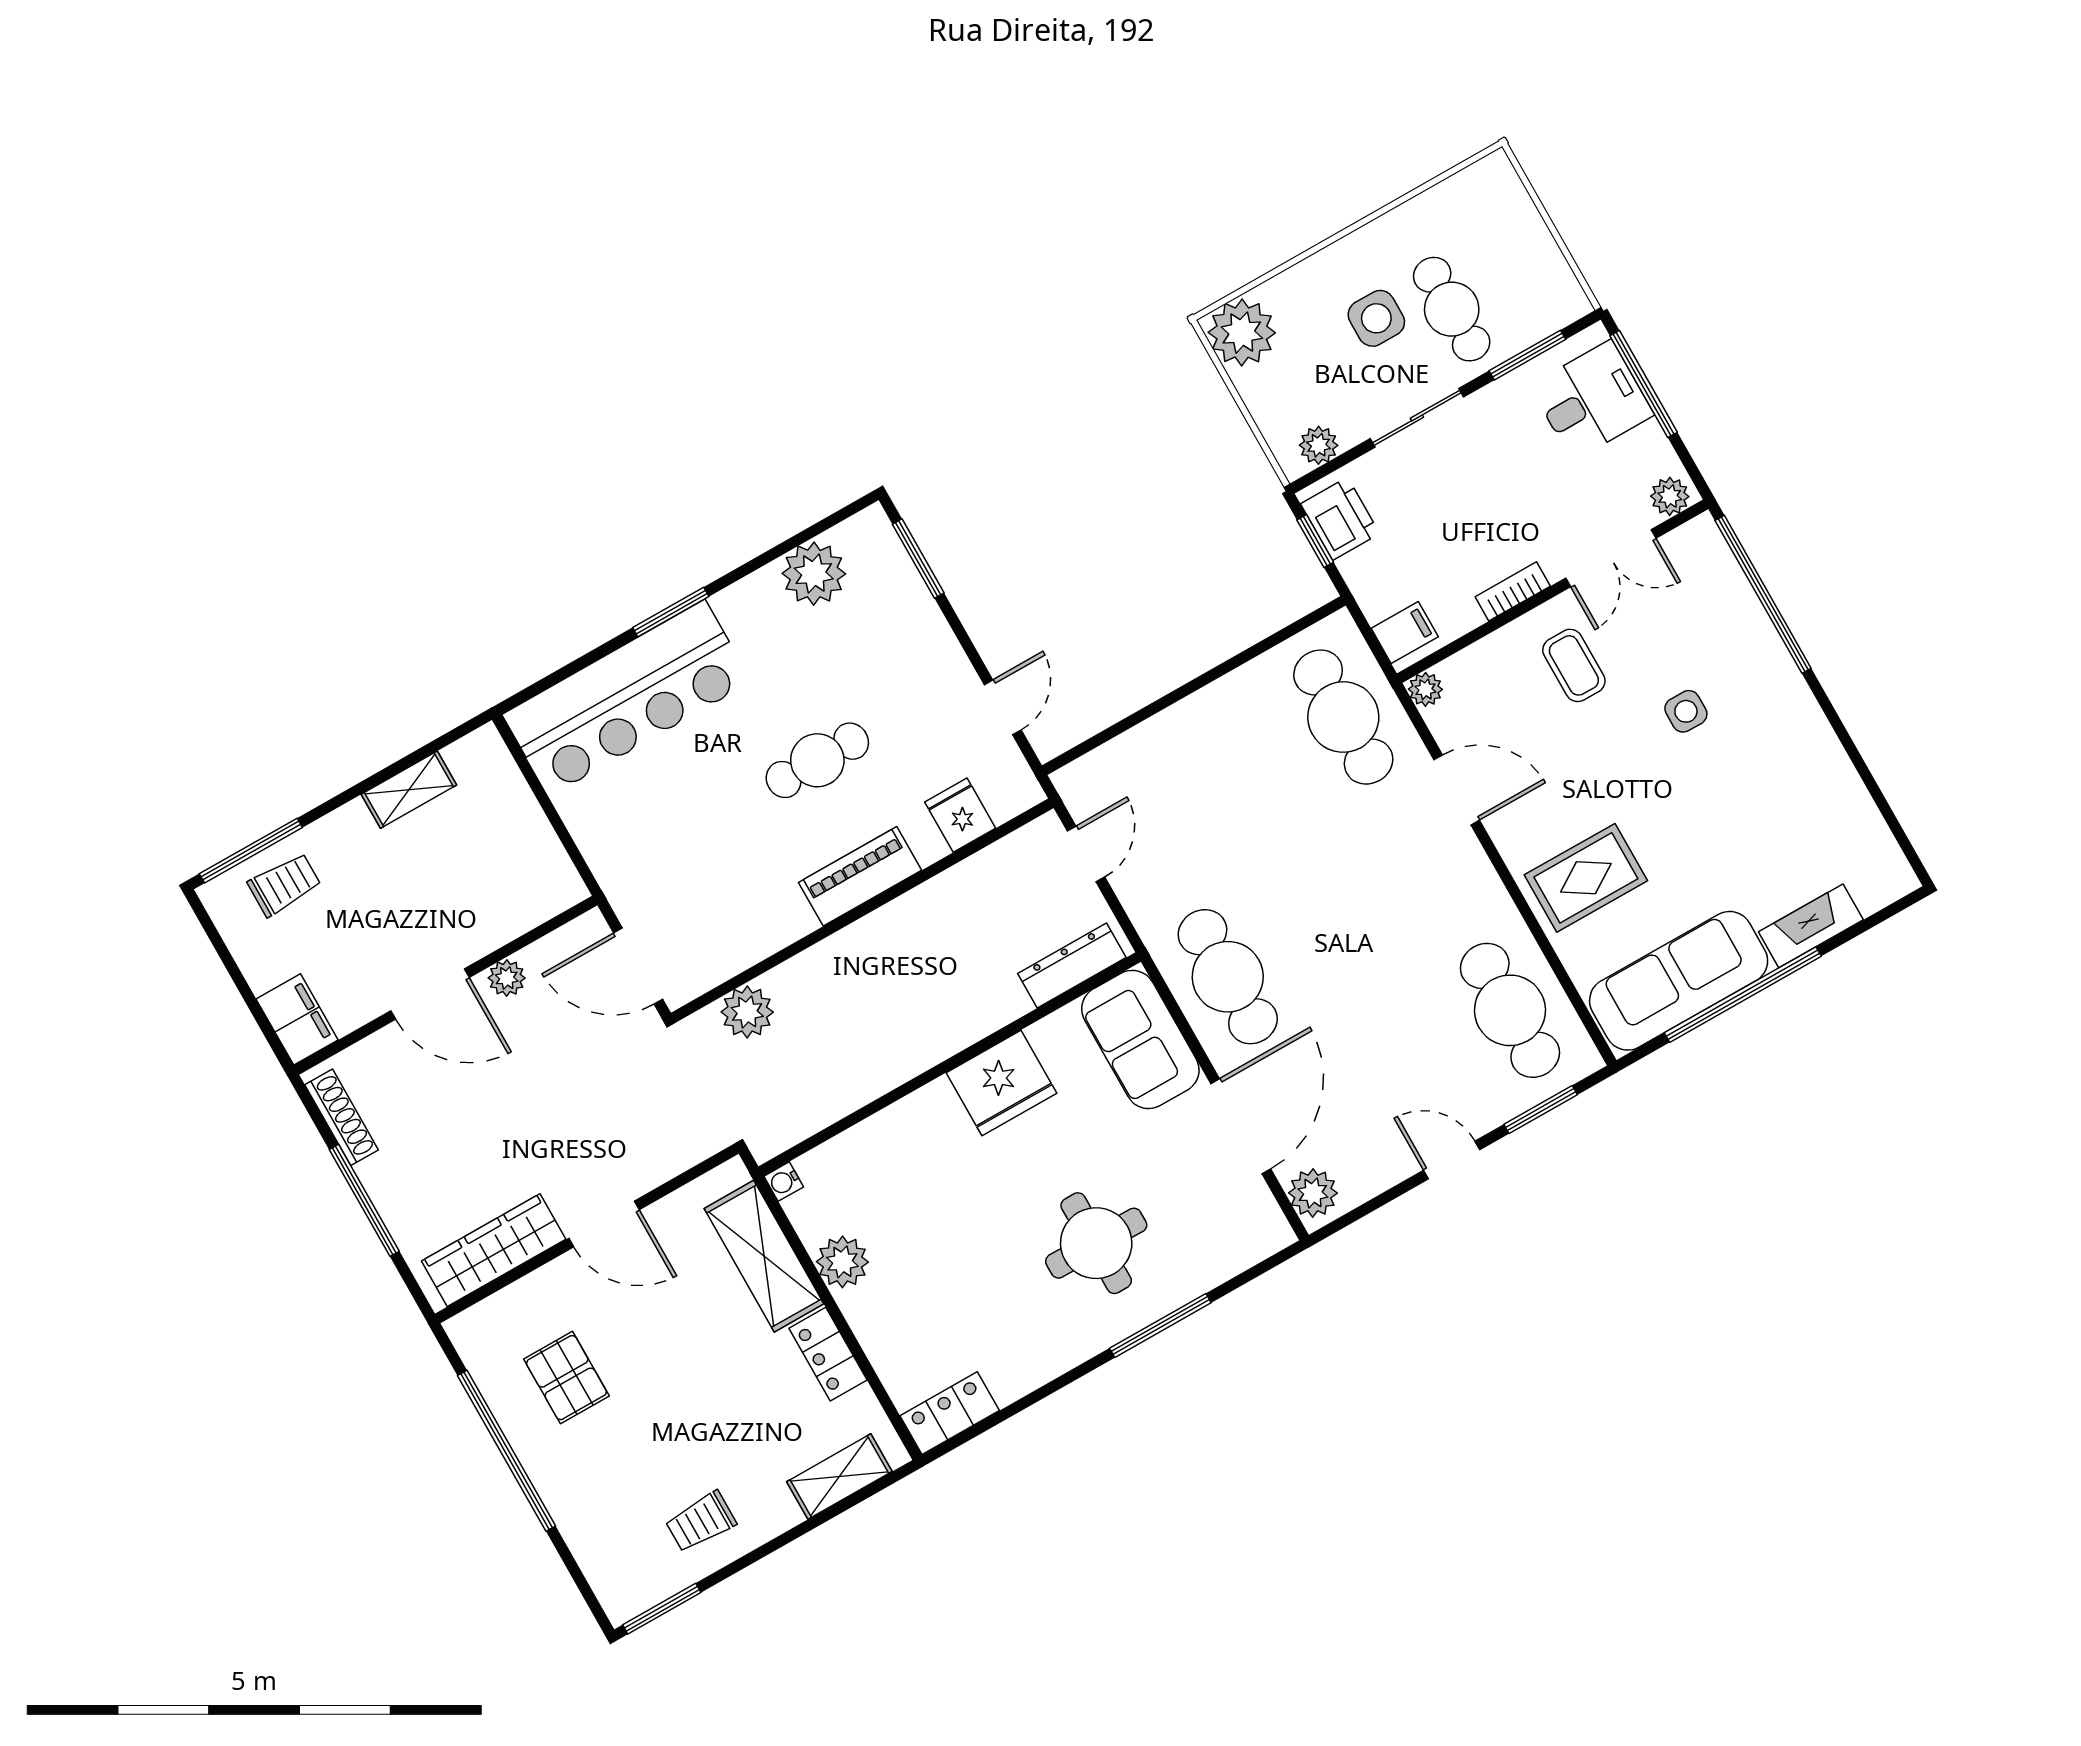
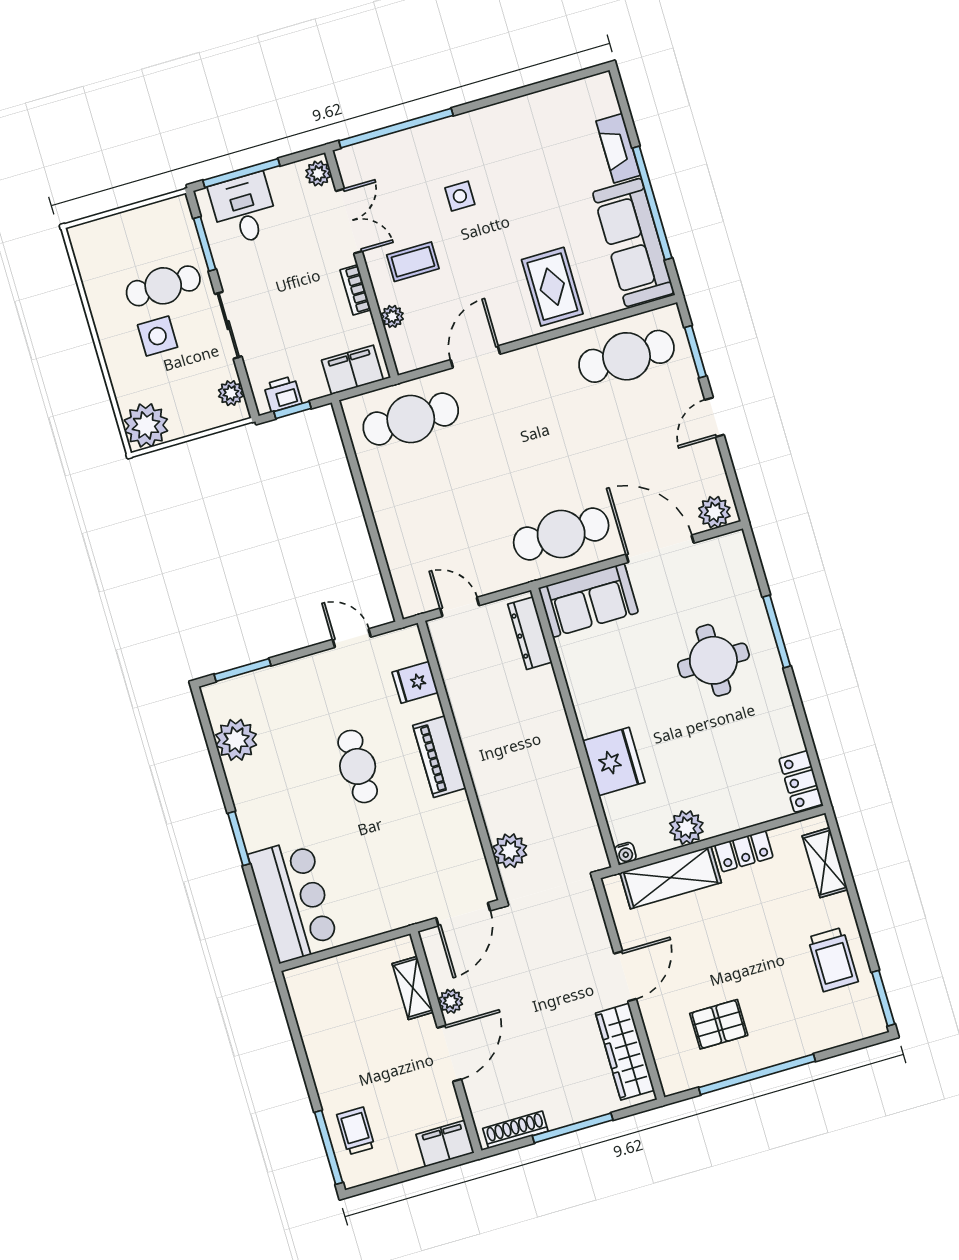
printer: (1340, 519) -> (283, 394), width x0.73, depth x0.81
filing cabinet: (1405, 633) -> (352, 370), width x2.00
plant: (1425, 689) -> (392, 316), moved
bar counter: (627, 698) -> (294, 900), width x0.73
shelving: (409, 790) -> (413, 988), moved
fridge: (1001, 1083) -> (614, 762), moved
trolley: (701, 1522) -> (833, 959), width x1.36, depth x1.39

